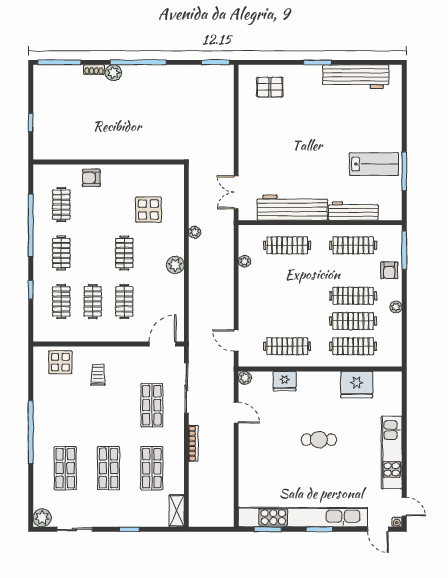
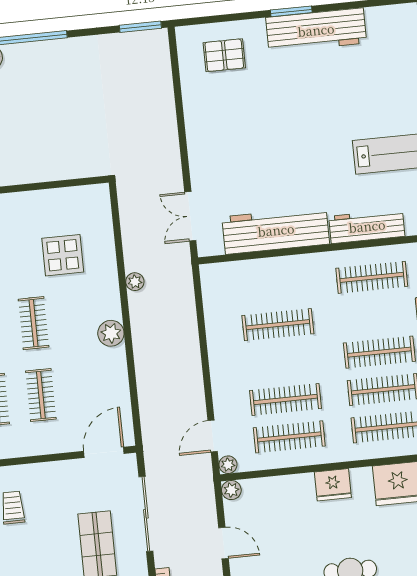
workbench: (356, 77) -> (316, 30), moved
clothes rail: (287, 245) -> (278, 325), moved
plant: (244, 261) -> (228, 465), moved
clothes rail: (287, 321) -> (285, 399), added
door: (236, 341) -> (213, 436), hinge flipped
fridge: (285, 381) -> (333, 485), moved

